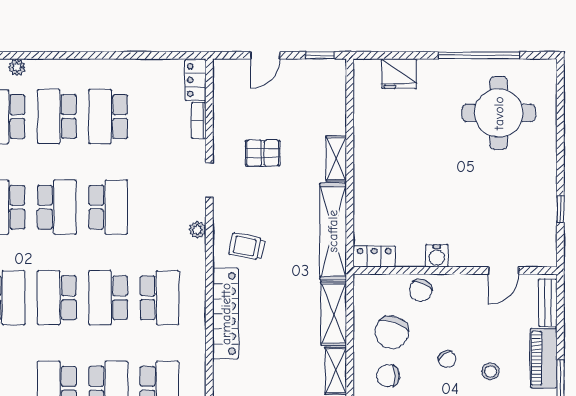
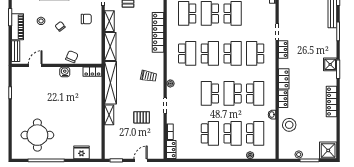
school desk: (160, 298) -> (187, 53), turned 180
locker: (226, 314) -> (158, 32), moved
chair: (392, 332) -> (85, 38), removed

